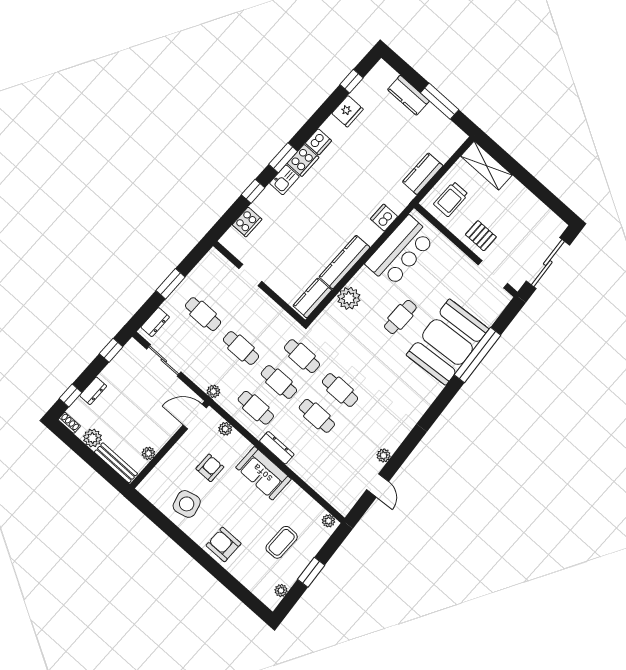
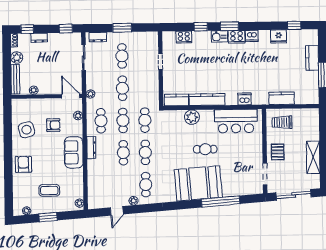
shelving: (486, 166) -> (313, 157), moved
booth: (448, 342) -> (198, 183), moved
cafe table: (378, 424) -> (146, 185), added

